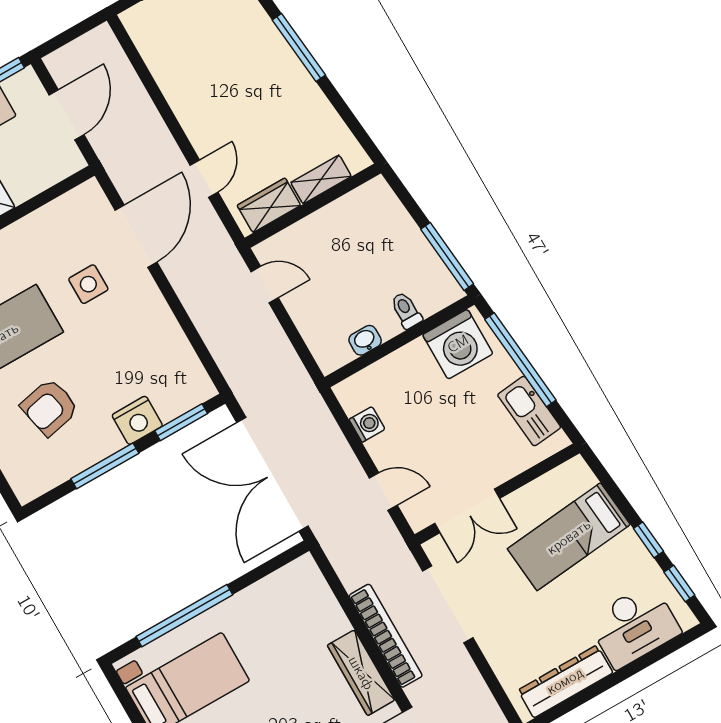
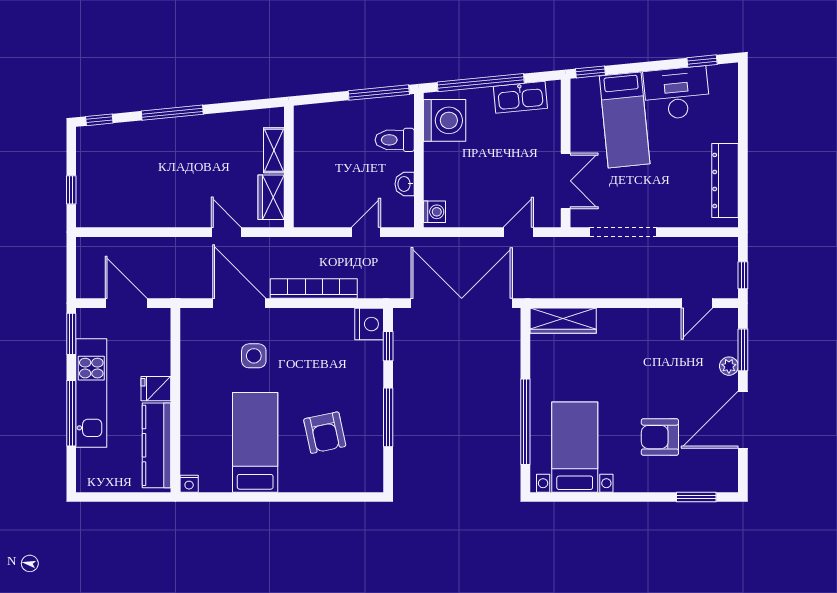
door: (265, 285) -> (366, 232), moved
toilet: (406, 310) -> (395, 140), width x1.37, depth x1.39
nightstand: (137, 420) -> (369, 324), moved
window: (181, 422) -> (388, 346), width x0.67
washing machine: (367, 424) -> (435, 212), moved, turned 90
double door: (272, 474) -> (462, 303), swing flipped
window: (648, 540) -> (590, 72), moved
desk: (634, 626) -> (677, 93), moved, turned -96
bookcase: (386, 636) -> (314, 288), moved
wardrobe: (361, 673) -> (563, 321), moved

